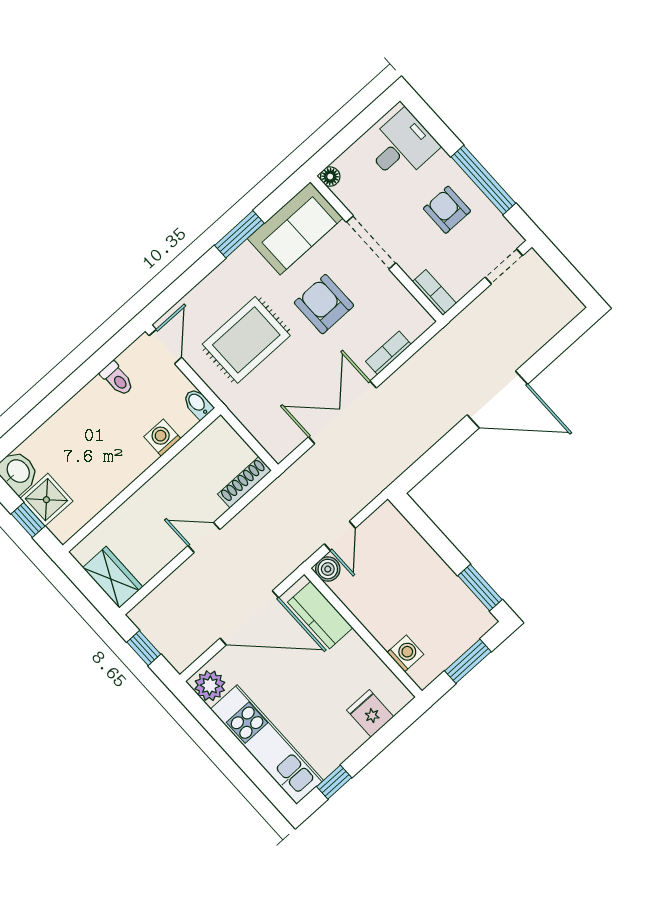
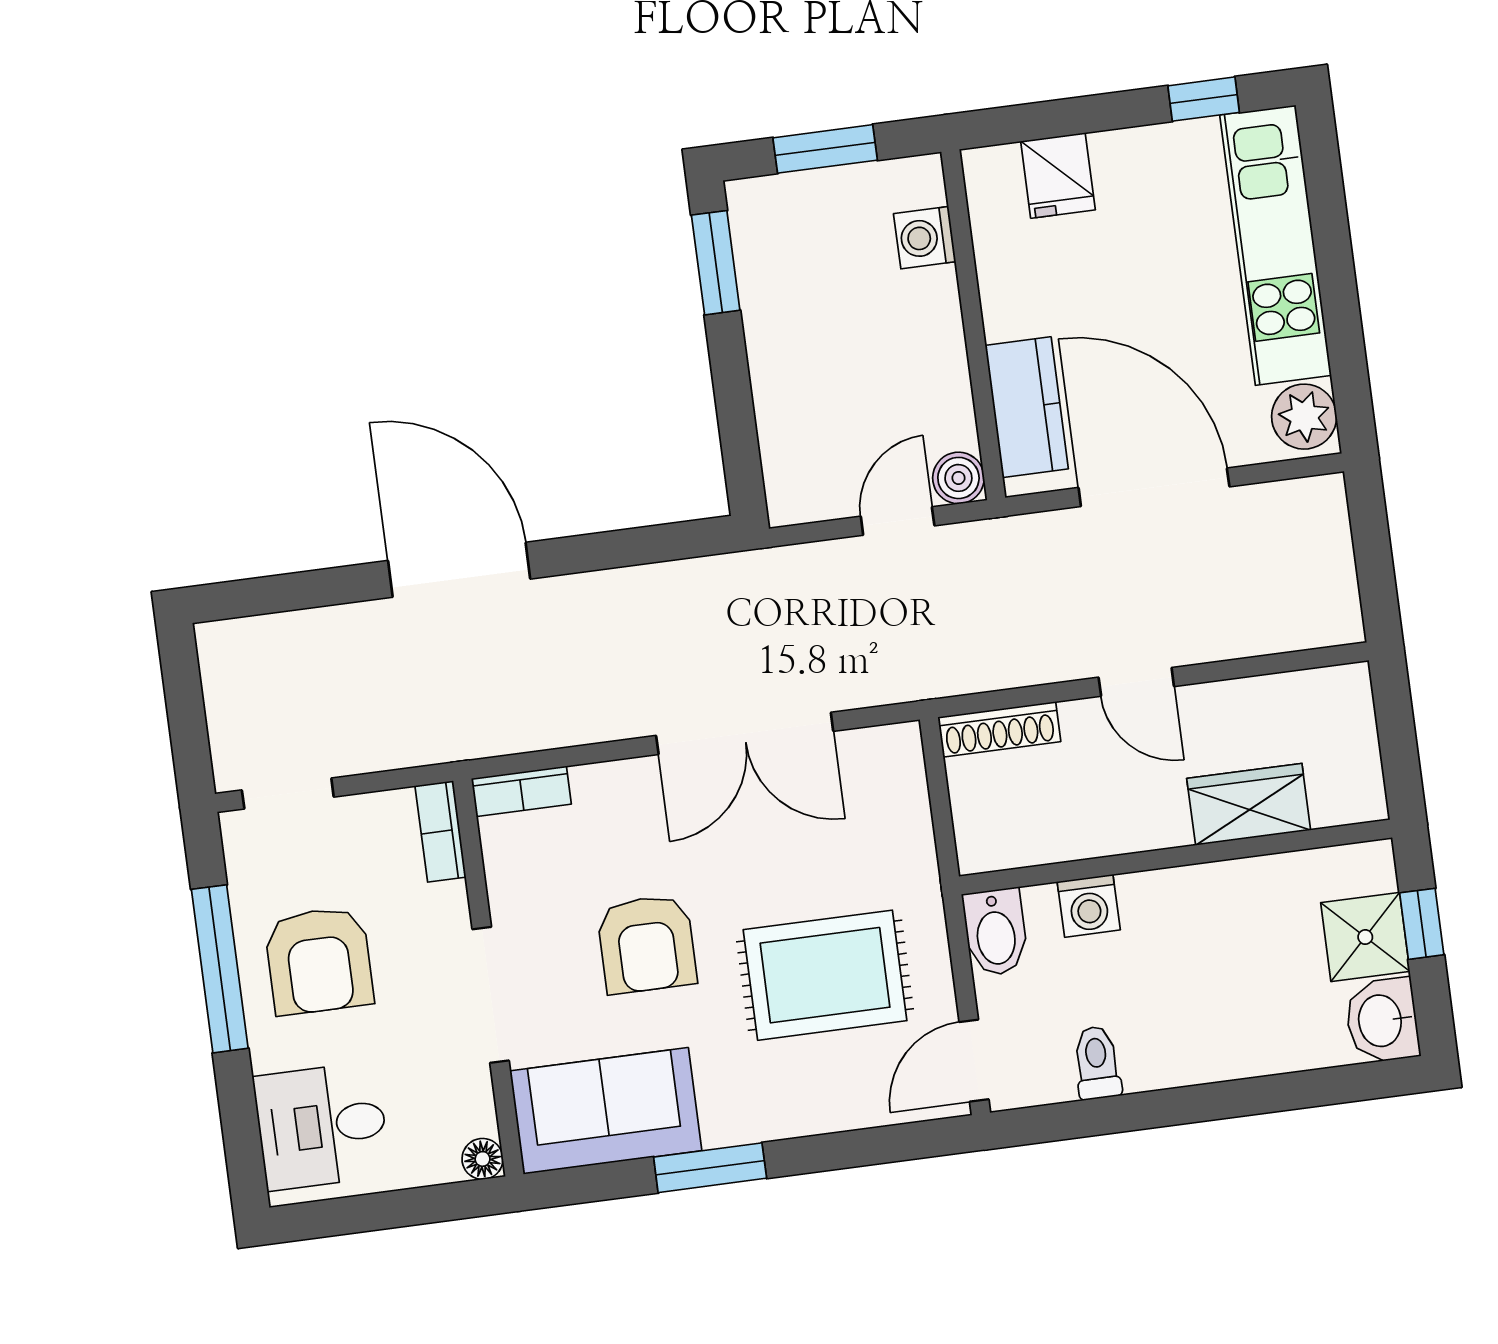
armchair: (447, 210) -> (319, 961), width x1.38, depth x1.38
bookcase: (388, 353) -> (521, 791), moved
bidet: (198, 404) -> (995, 932), width x1.38, depth x1.36
wardrobe: (113, 577) -> (1249, 804), moved, turned 90
window: (144, 648) -> (1374, 561), removed

